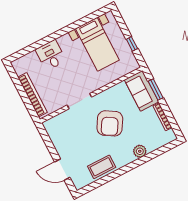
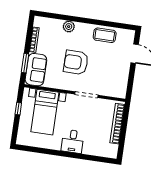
bed with nightstands: (97, 44) -> (45, 112), moved, turned 180
desk: (51, 55) -> (73, 141), moved
armchair: (110, 123) -> (76, 62), turned -120

